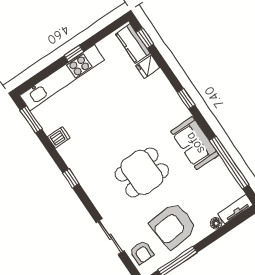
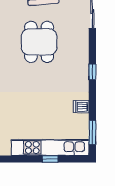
window: (74, 53) -> (50, 159), moved
dining table: (142, 172) -> (39, 42), turned 90

